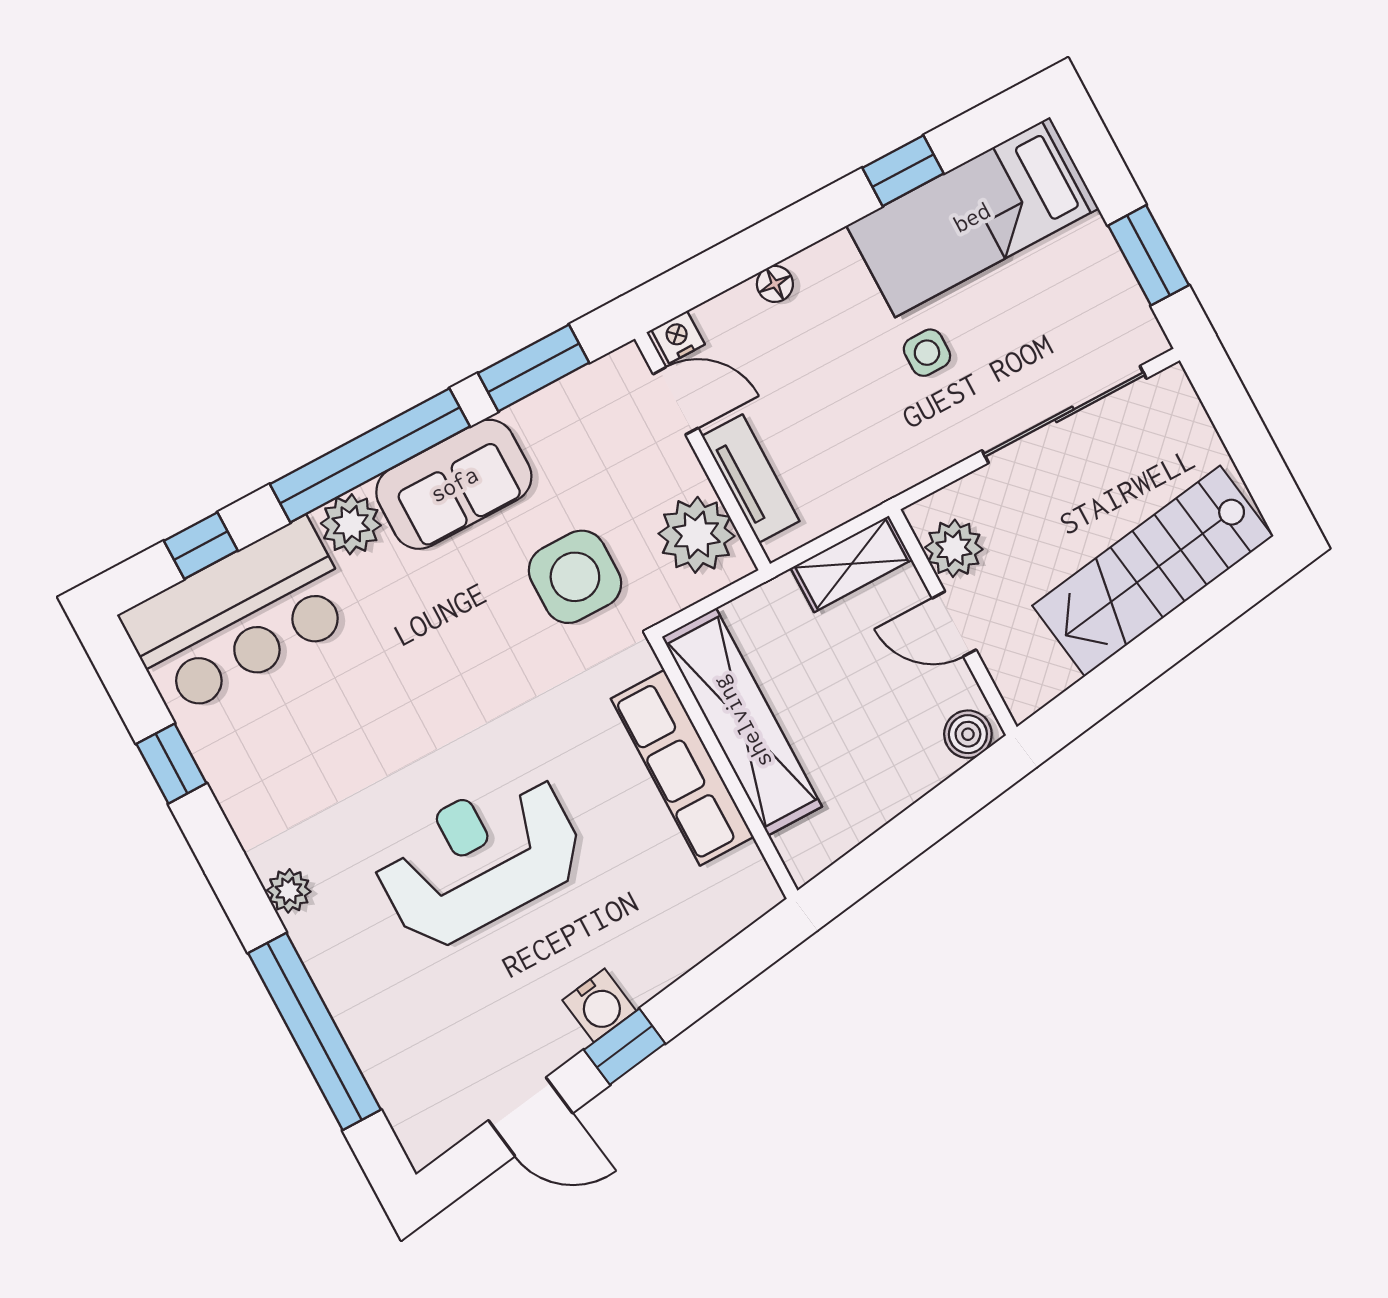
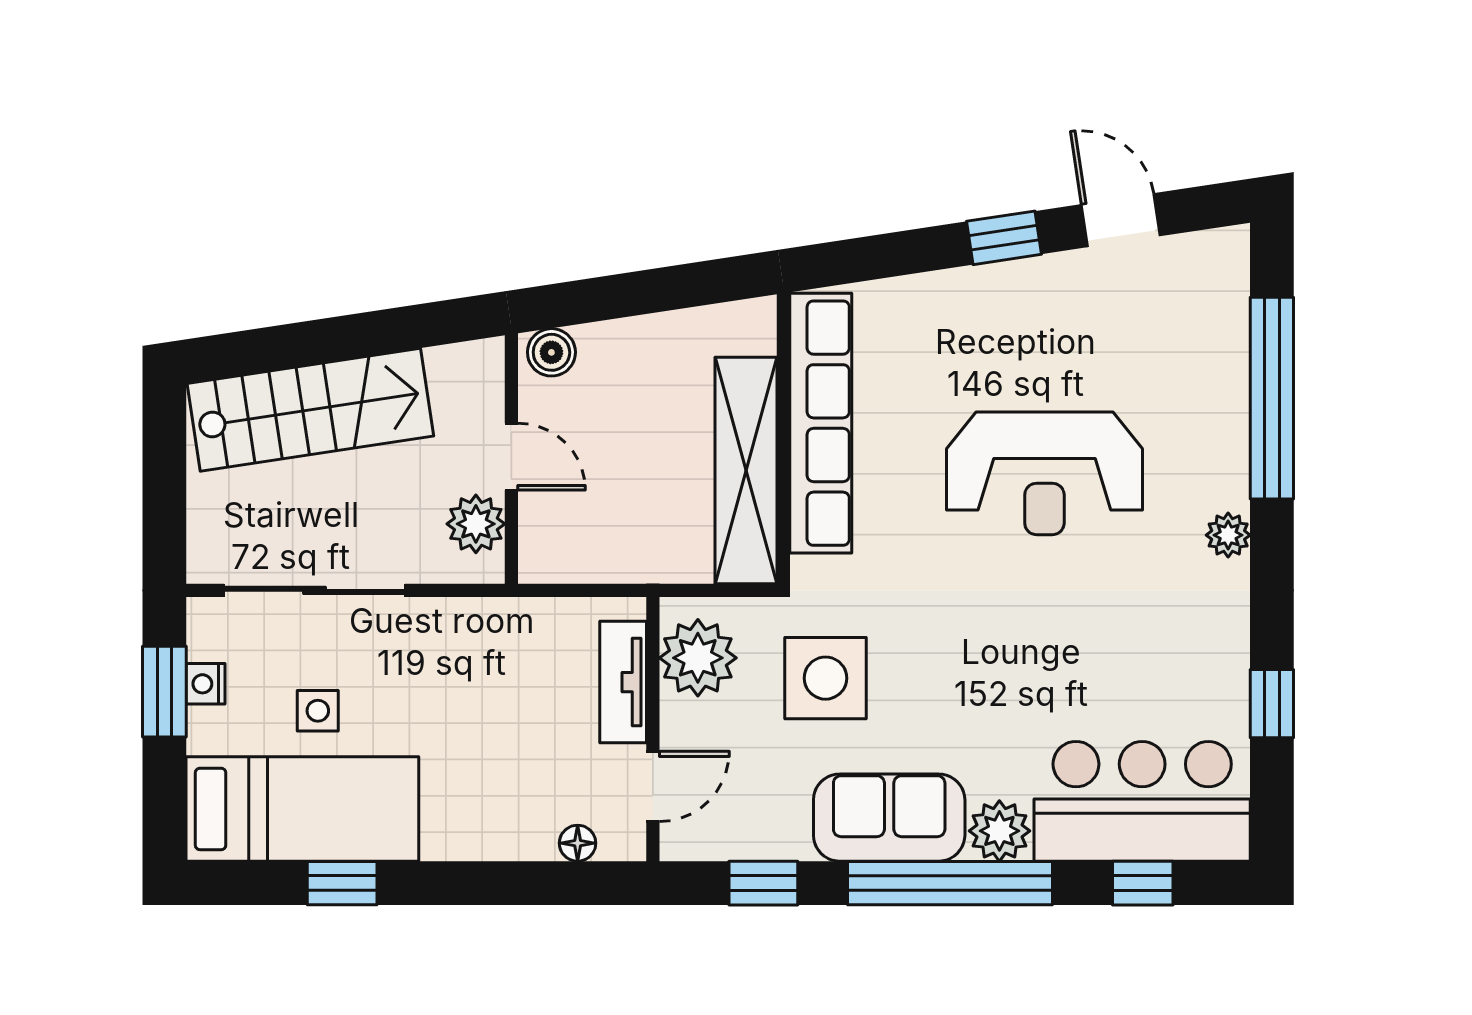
floor lamp: (775, 284) -> (578, 843), moved
nightstand: (678, 337) -> (205, 684), moved, turned 90
side table: (927, 353) -> (318, 711), moved
window: (534, 368) -> (763, 883), width x0.67
door: (676, 401) -> (653, 786), swing flipped
shelving: (851, 564) -> (574, 559), removed
row of seats: (682, 768) -> (821, 423), width x1.36
water cooler: (599, 1005) -> (1007, 286), removed

